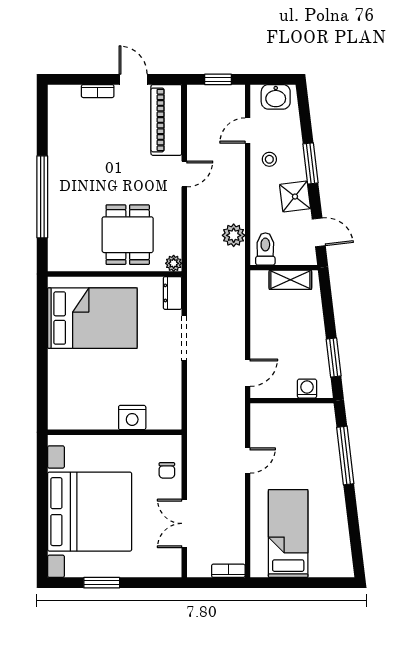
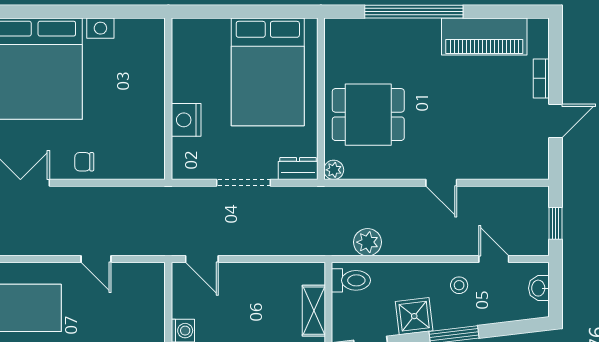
washbasin: (276, 97) -> (539, 288), width x0.72, depth x0.69
piano: (166, 120) -> (484, 37), moved, turned 180
nightstand: (132, 418) -> (186, 120), moved
wall: (115, 432) -> (168, 99), moved

